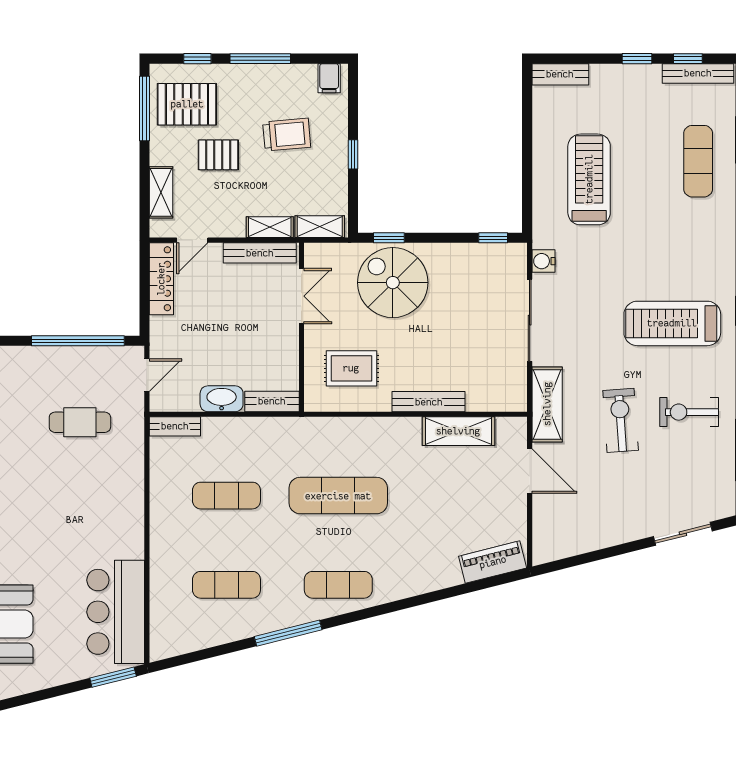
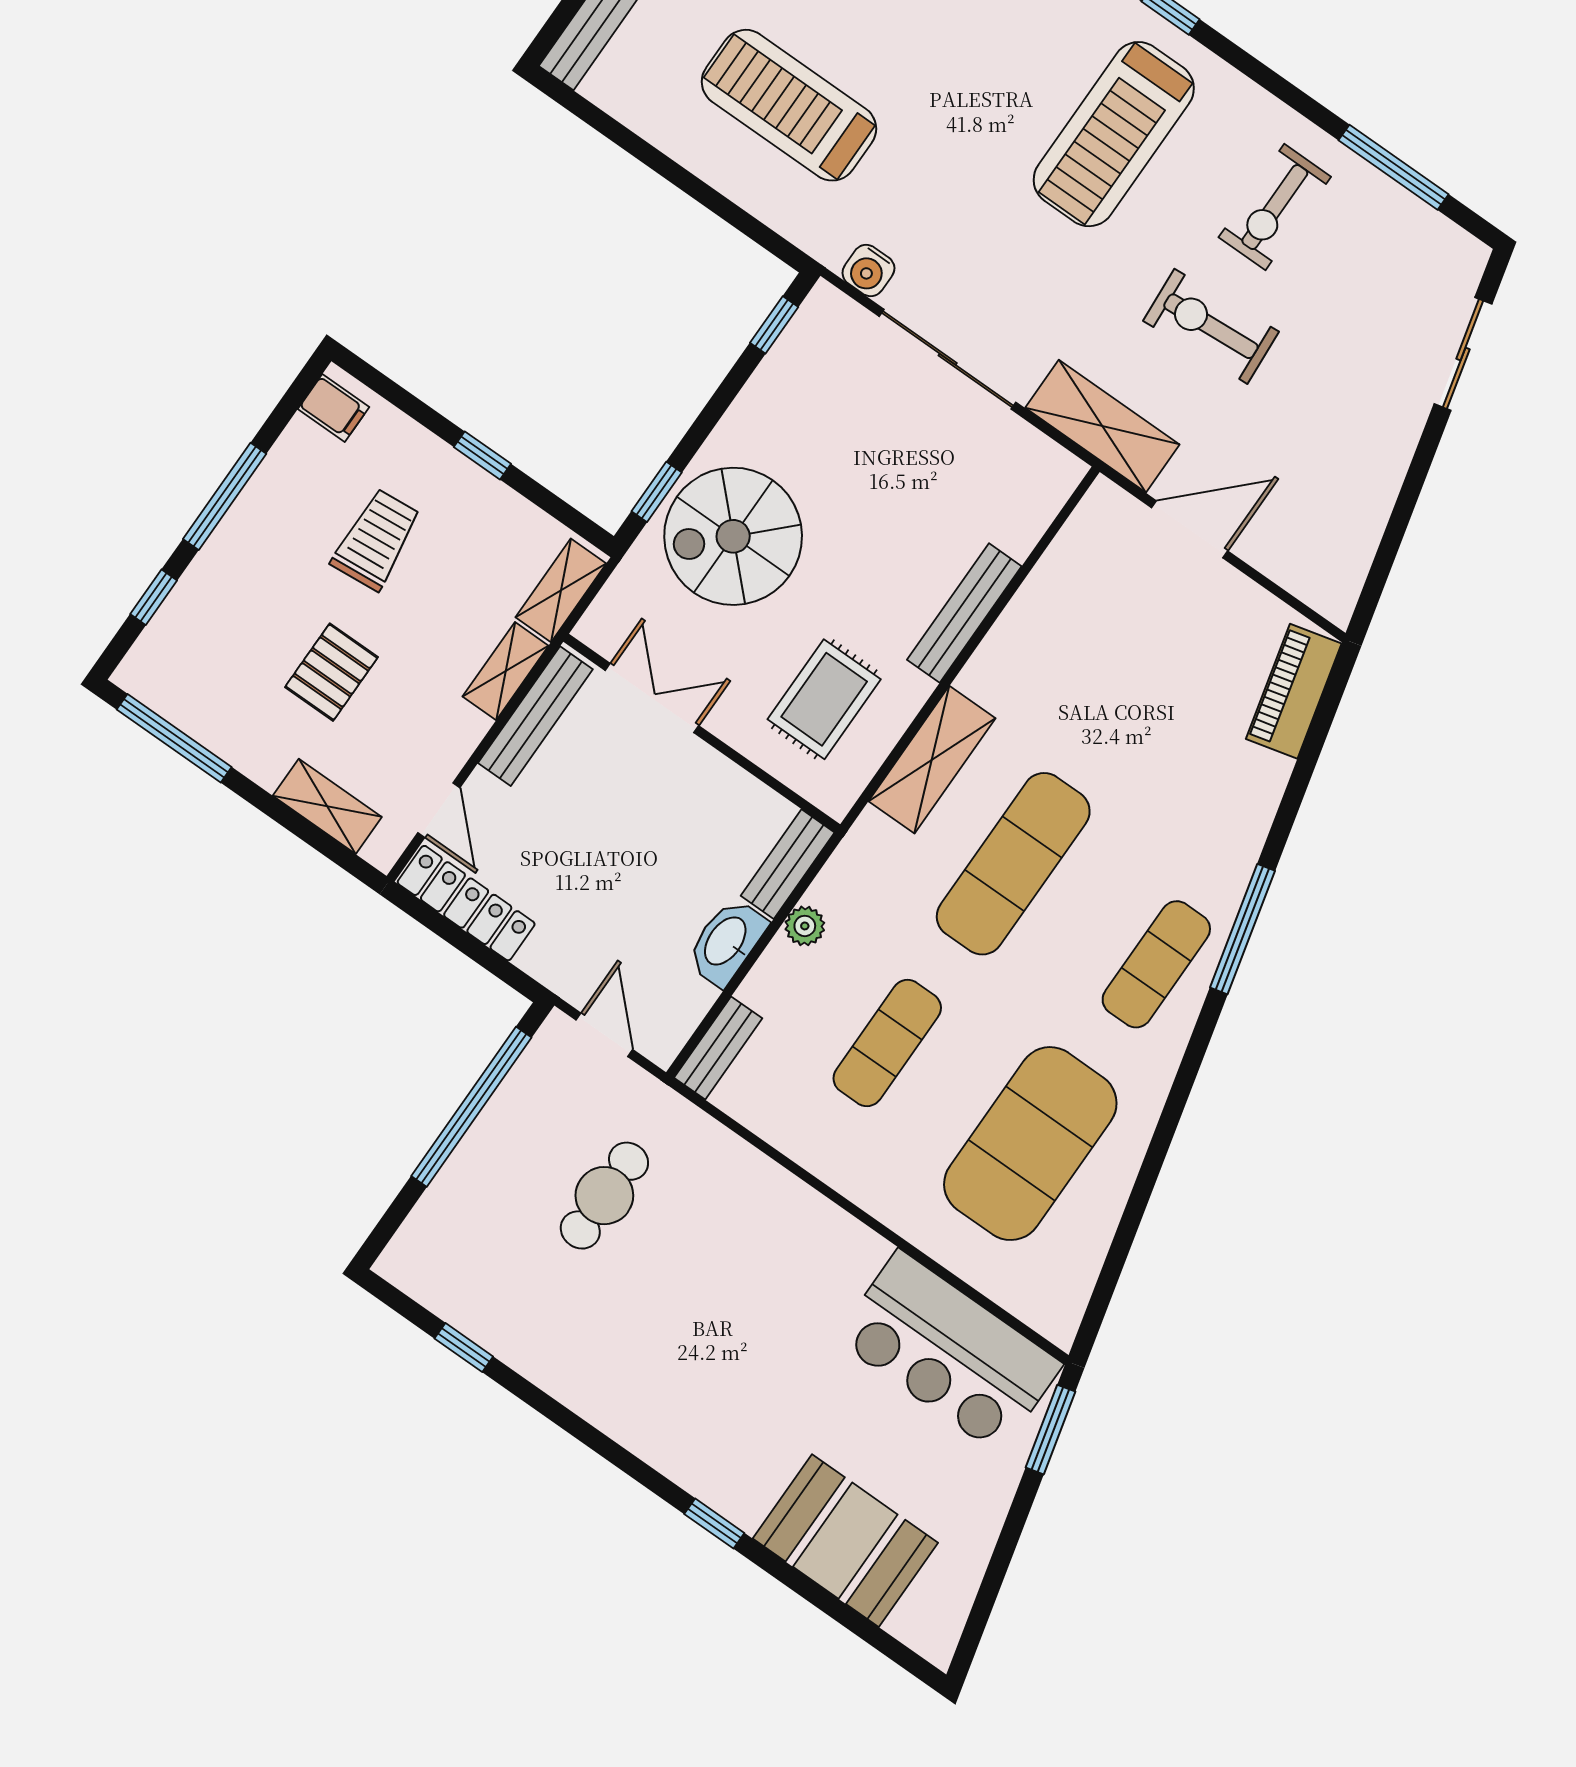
pallet: (187, 104) -> (215, 665), removed
plant: (251, 427) -> (805, 926), added
shelving: (458, 431) -> (932, 760), moved
exercise mat: (226, 585) -> (1030, 1144), width x2.00, depth x1.45
window: (288, 633) -> (1242, 929), moved

